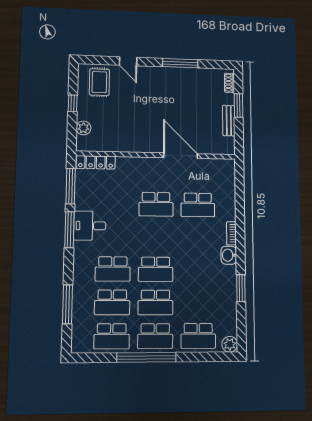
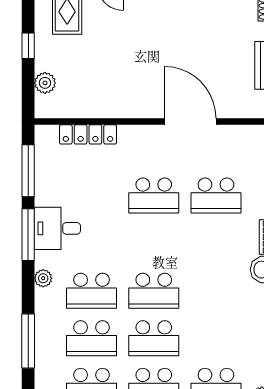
locker: (96, 162) -> (88, 134), moved
plant: (79, 260) -> (43, 278), added

